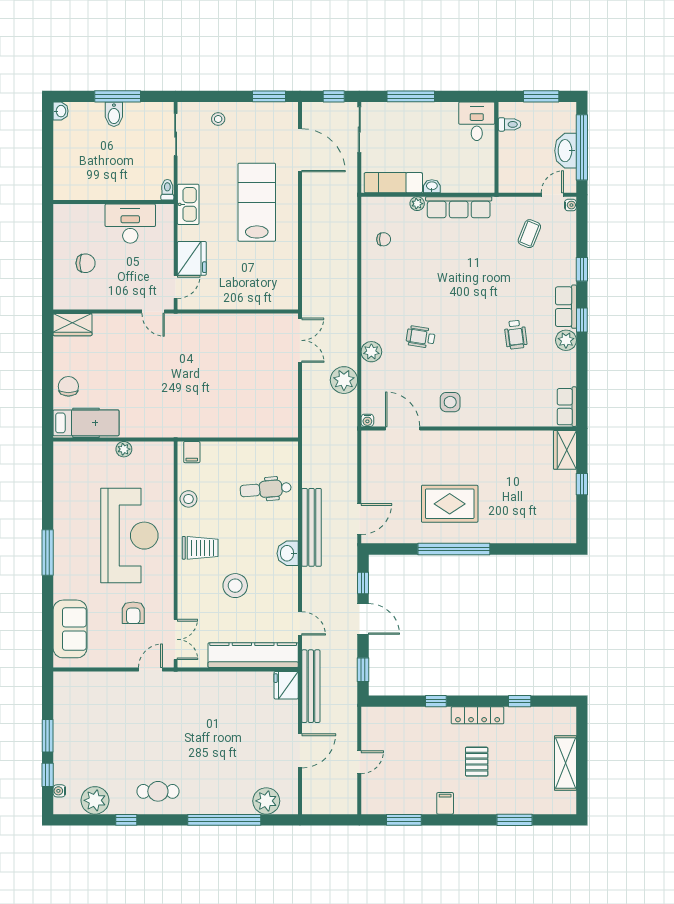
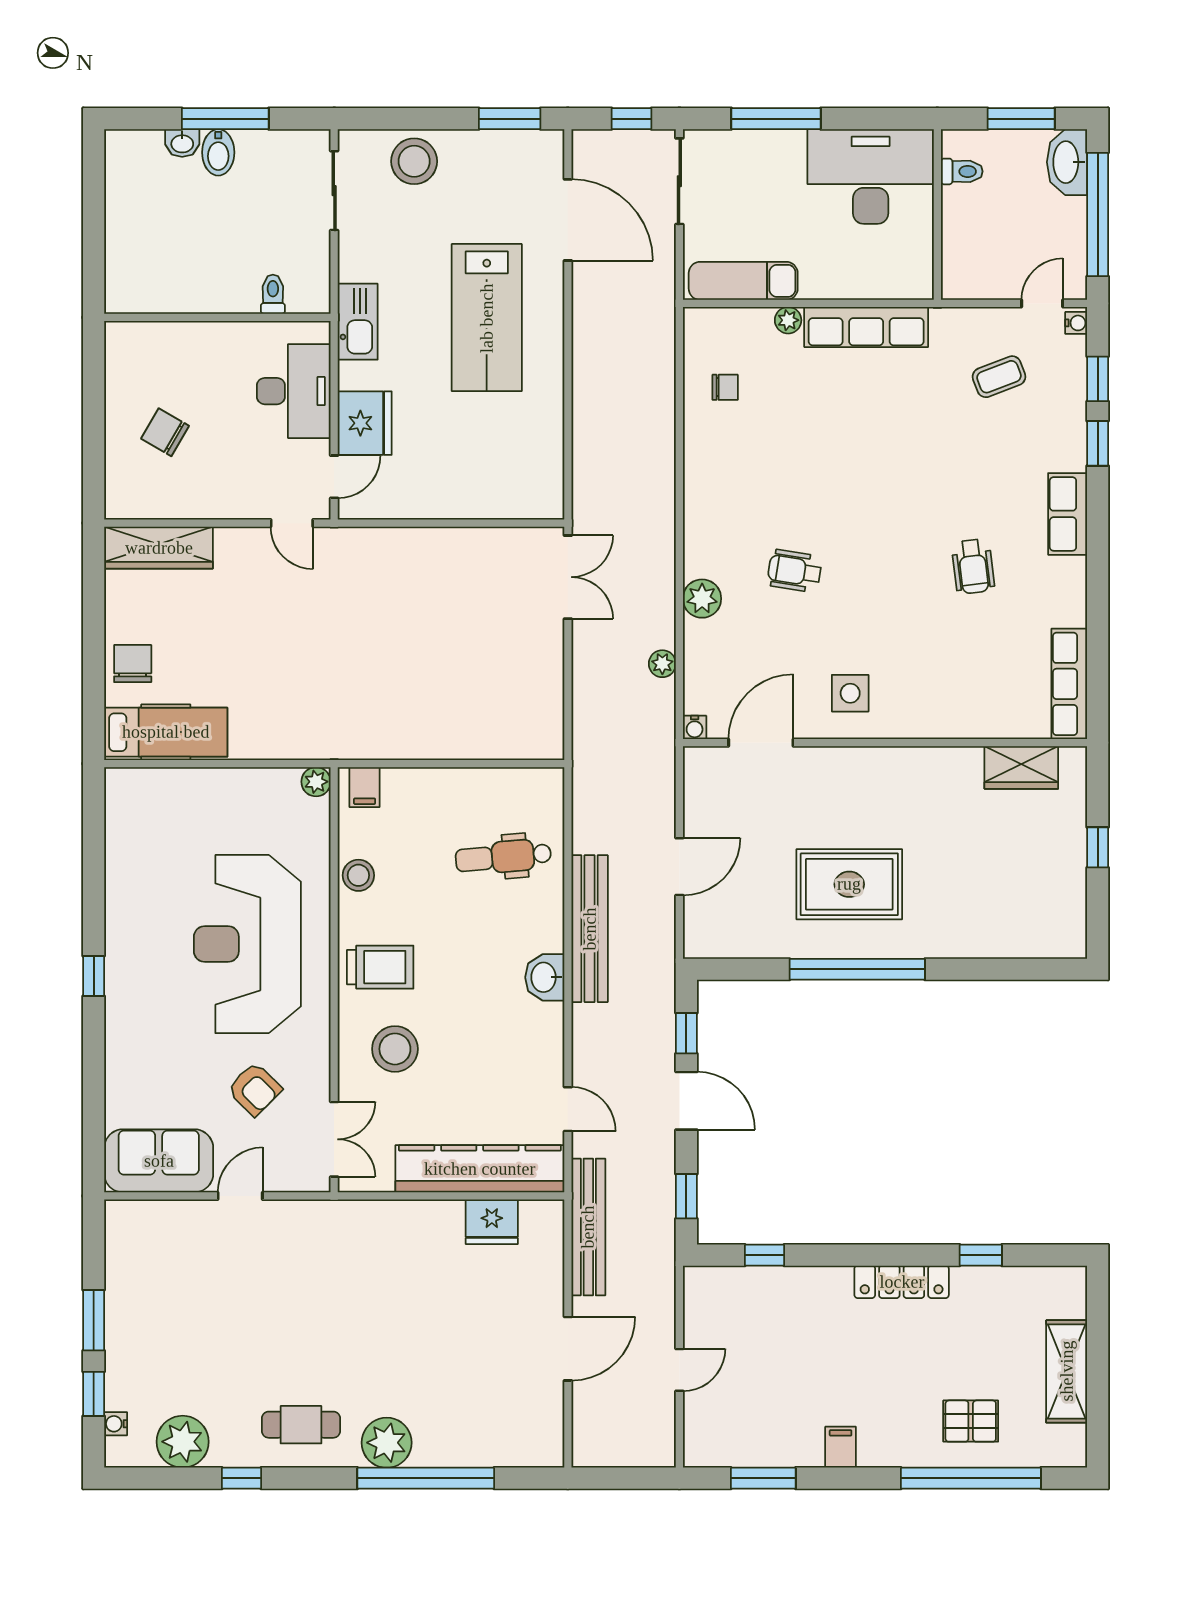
washbasin: (61, 111) -> (182, 143), moved, turned 90
stool: (218, 119) -> (414, 161), width x1.89, depth x1.89
desk: (477, 121) -> (871, 176), width x1.87, depth x1.30
washbasin: (566, 151) -> (1067, 162), moved
washbasin: (432, 186) -> (816, 288), removed
toilet: (167, 190) -> (273, 294), moved
lab bench: (257, 202) -> (487, 318), turned 180
desk: (130, 224) -> (294, 391), moved, turned 90
coffee table: (529, 234) -> (999, 377), turned 47
chair: (86, 263) -> (165, 432), turned -150
window: (582, 320) -> (1098, 379), moved
wardrobe: (72, 325) -> (159, 548), width x1.50
plant: (566, 340) -> (1068, 577), removed
plant: (344, 380) -> (662, 664), width x0.53, depth x0.53
row of seats: (567, 407) -> (1069, 684), width x1.48
door: (403, 428) -> (761, 743), hinge flipped
plant: (124, 449) -> (316, 782), moved
wardrobe: (565, 450) -> (1021, 767), moved, turned -90
door: (359, 519) -> (679, 867), moved
reception desk: (129, 536) -> (247, 944), turned 180
window: (48, 553) -> (94, 976), width x0.46
stool: (235, 586) -> (395, 1049), moved
armchair: (133, 613) -> (255, 1089), turned -45
sofa: (70, 629) -> (159, 1161), moved, turned -90
door: (150, 670) -> (240, 1196), moved
fridge: (286, 685) -> (492, 1222), moved, turned -90
window: (436, 701) -> (765, 1255), moved
pallet: (477, 762) -> (971, 1421), moved, turned 90
plant: (266, 801) -> (387, 1443), moved
window: (514, 820) -> (971, 1478), width x2.11

